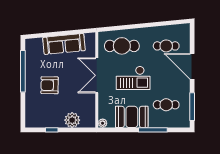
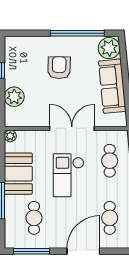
plant: (34, 46) -> (109, 48), added
cafe table: (122, 46) -> (110, 161), width x0.73, depth x0.74

